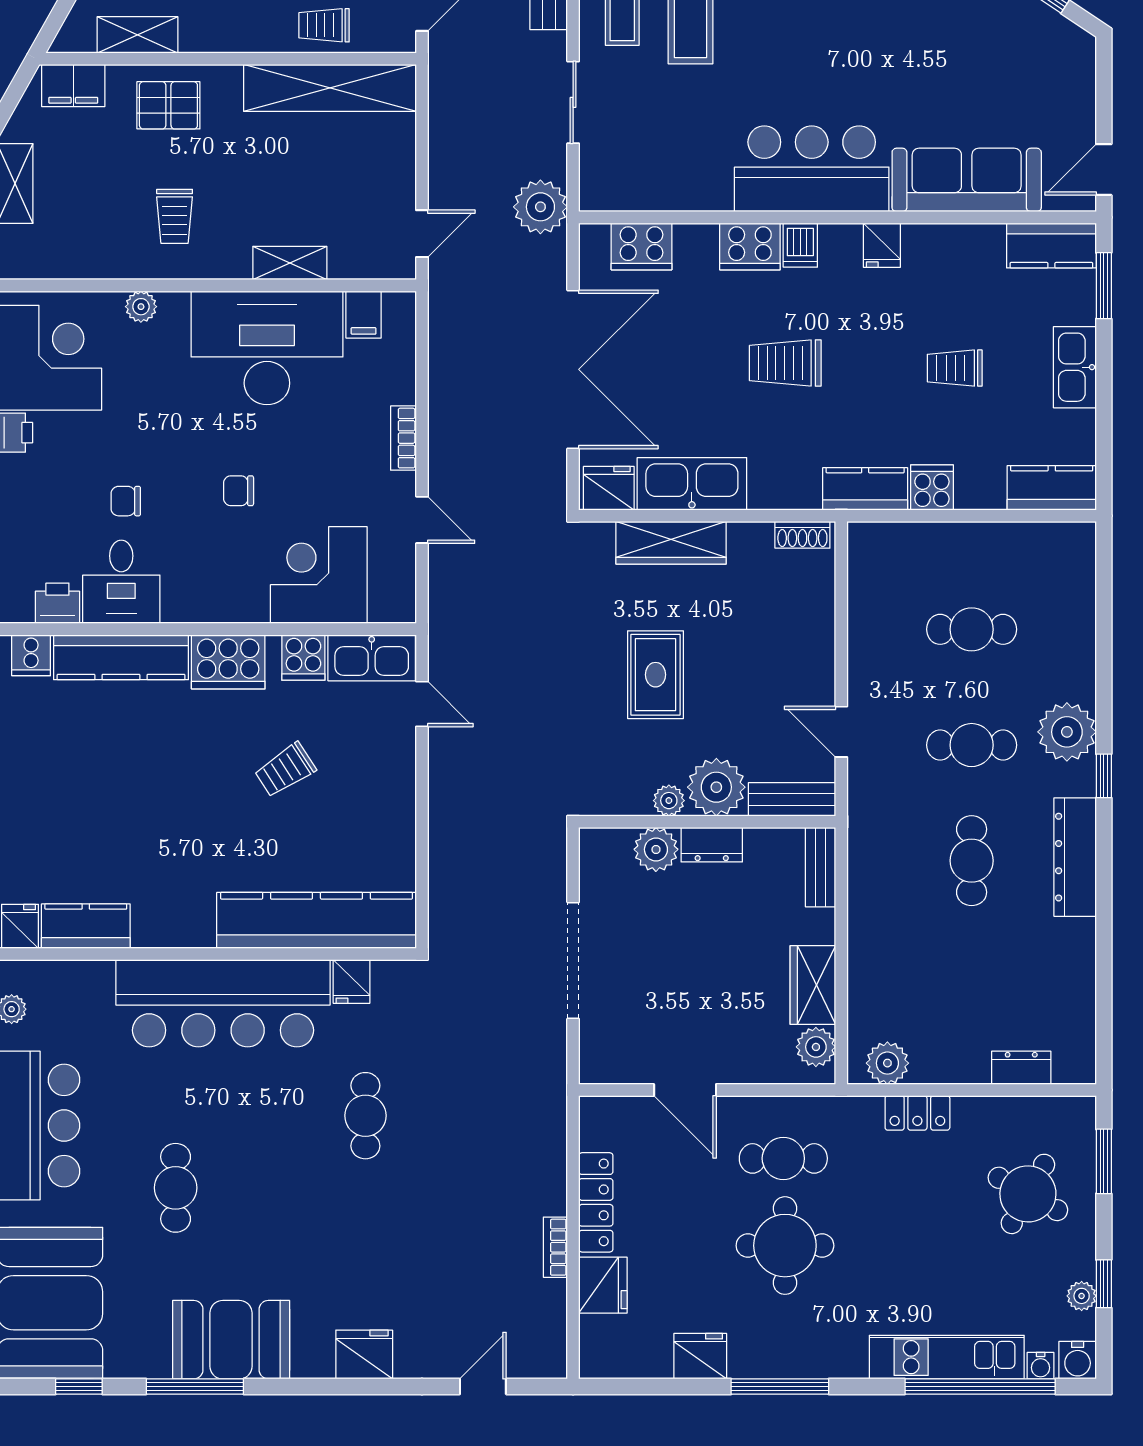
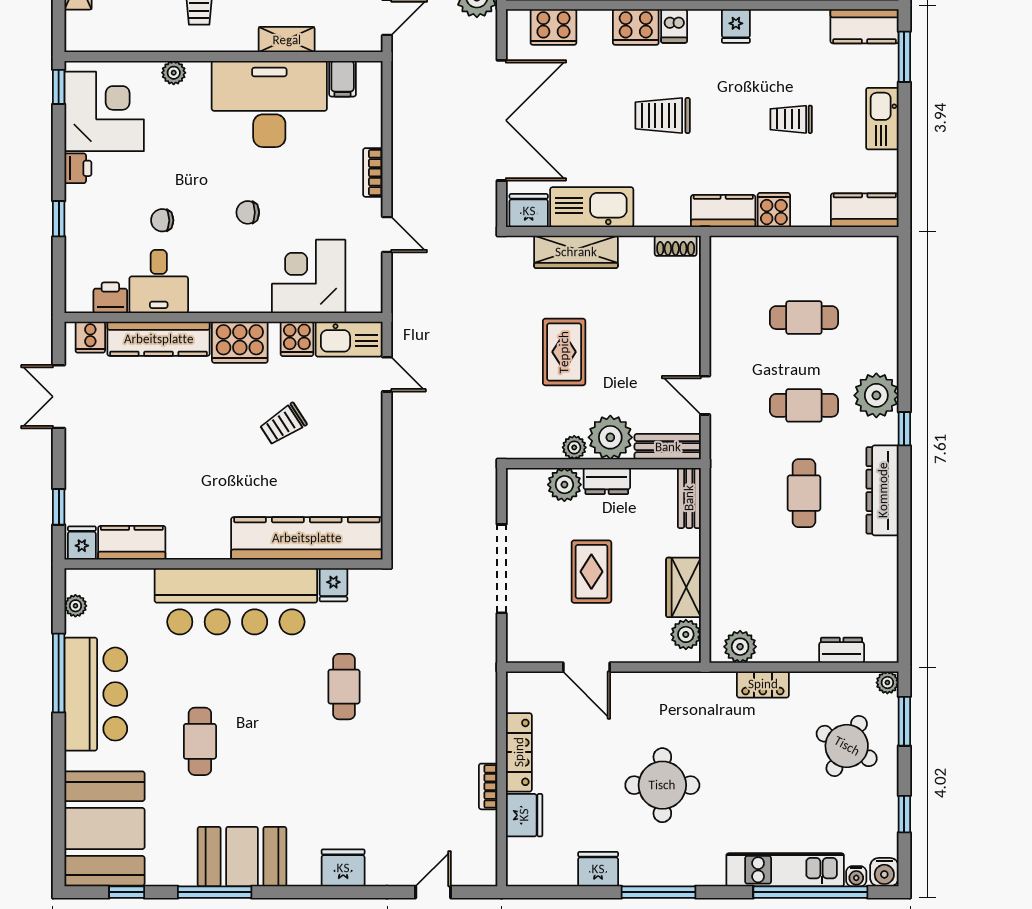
rug: (692, 964) -> (591, 572), added
cafe table: (783, 1158) -> (661, 719), removed
plant: (1082, 1296) -> (887, 683), moved

